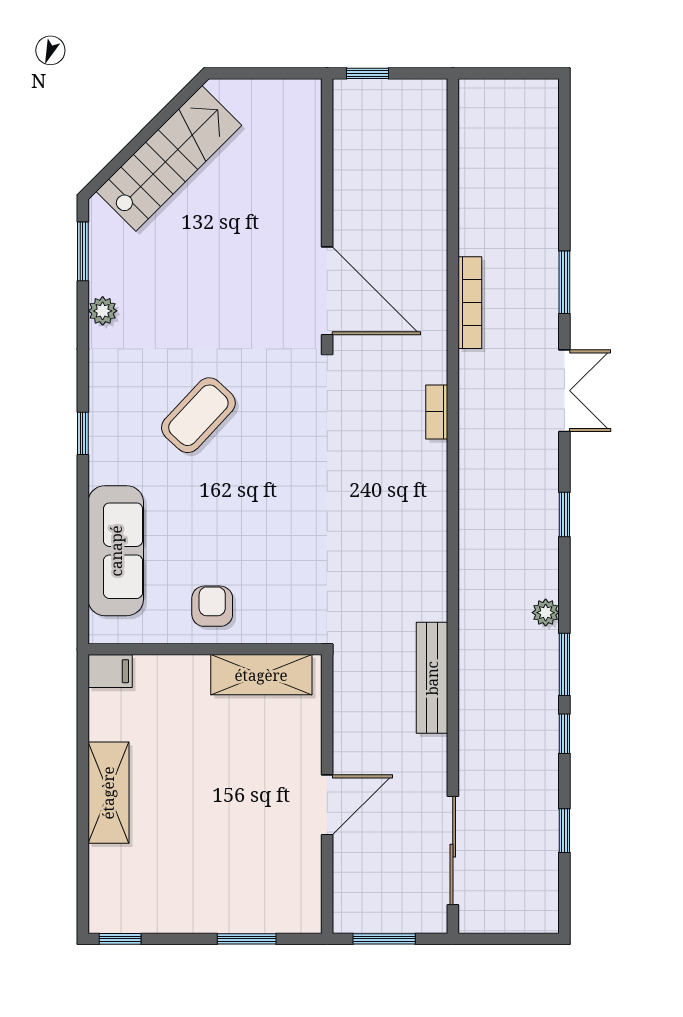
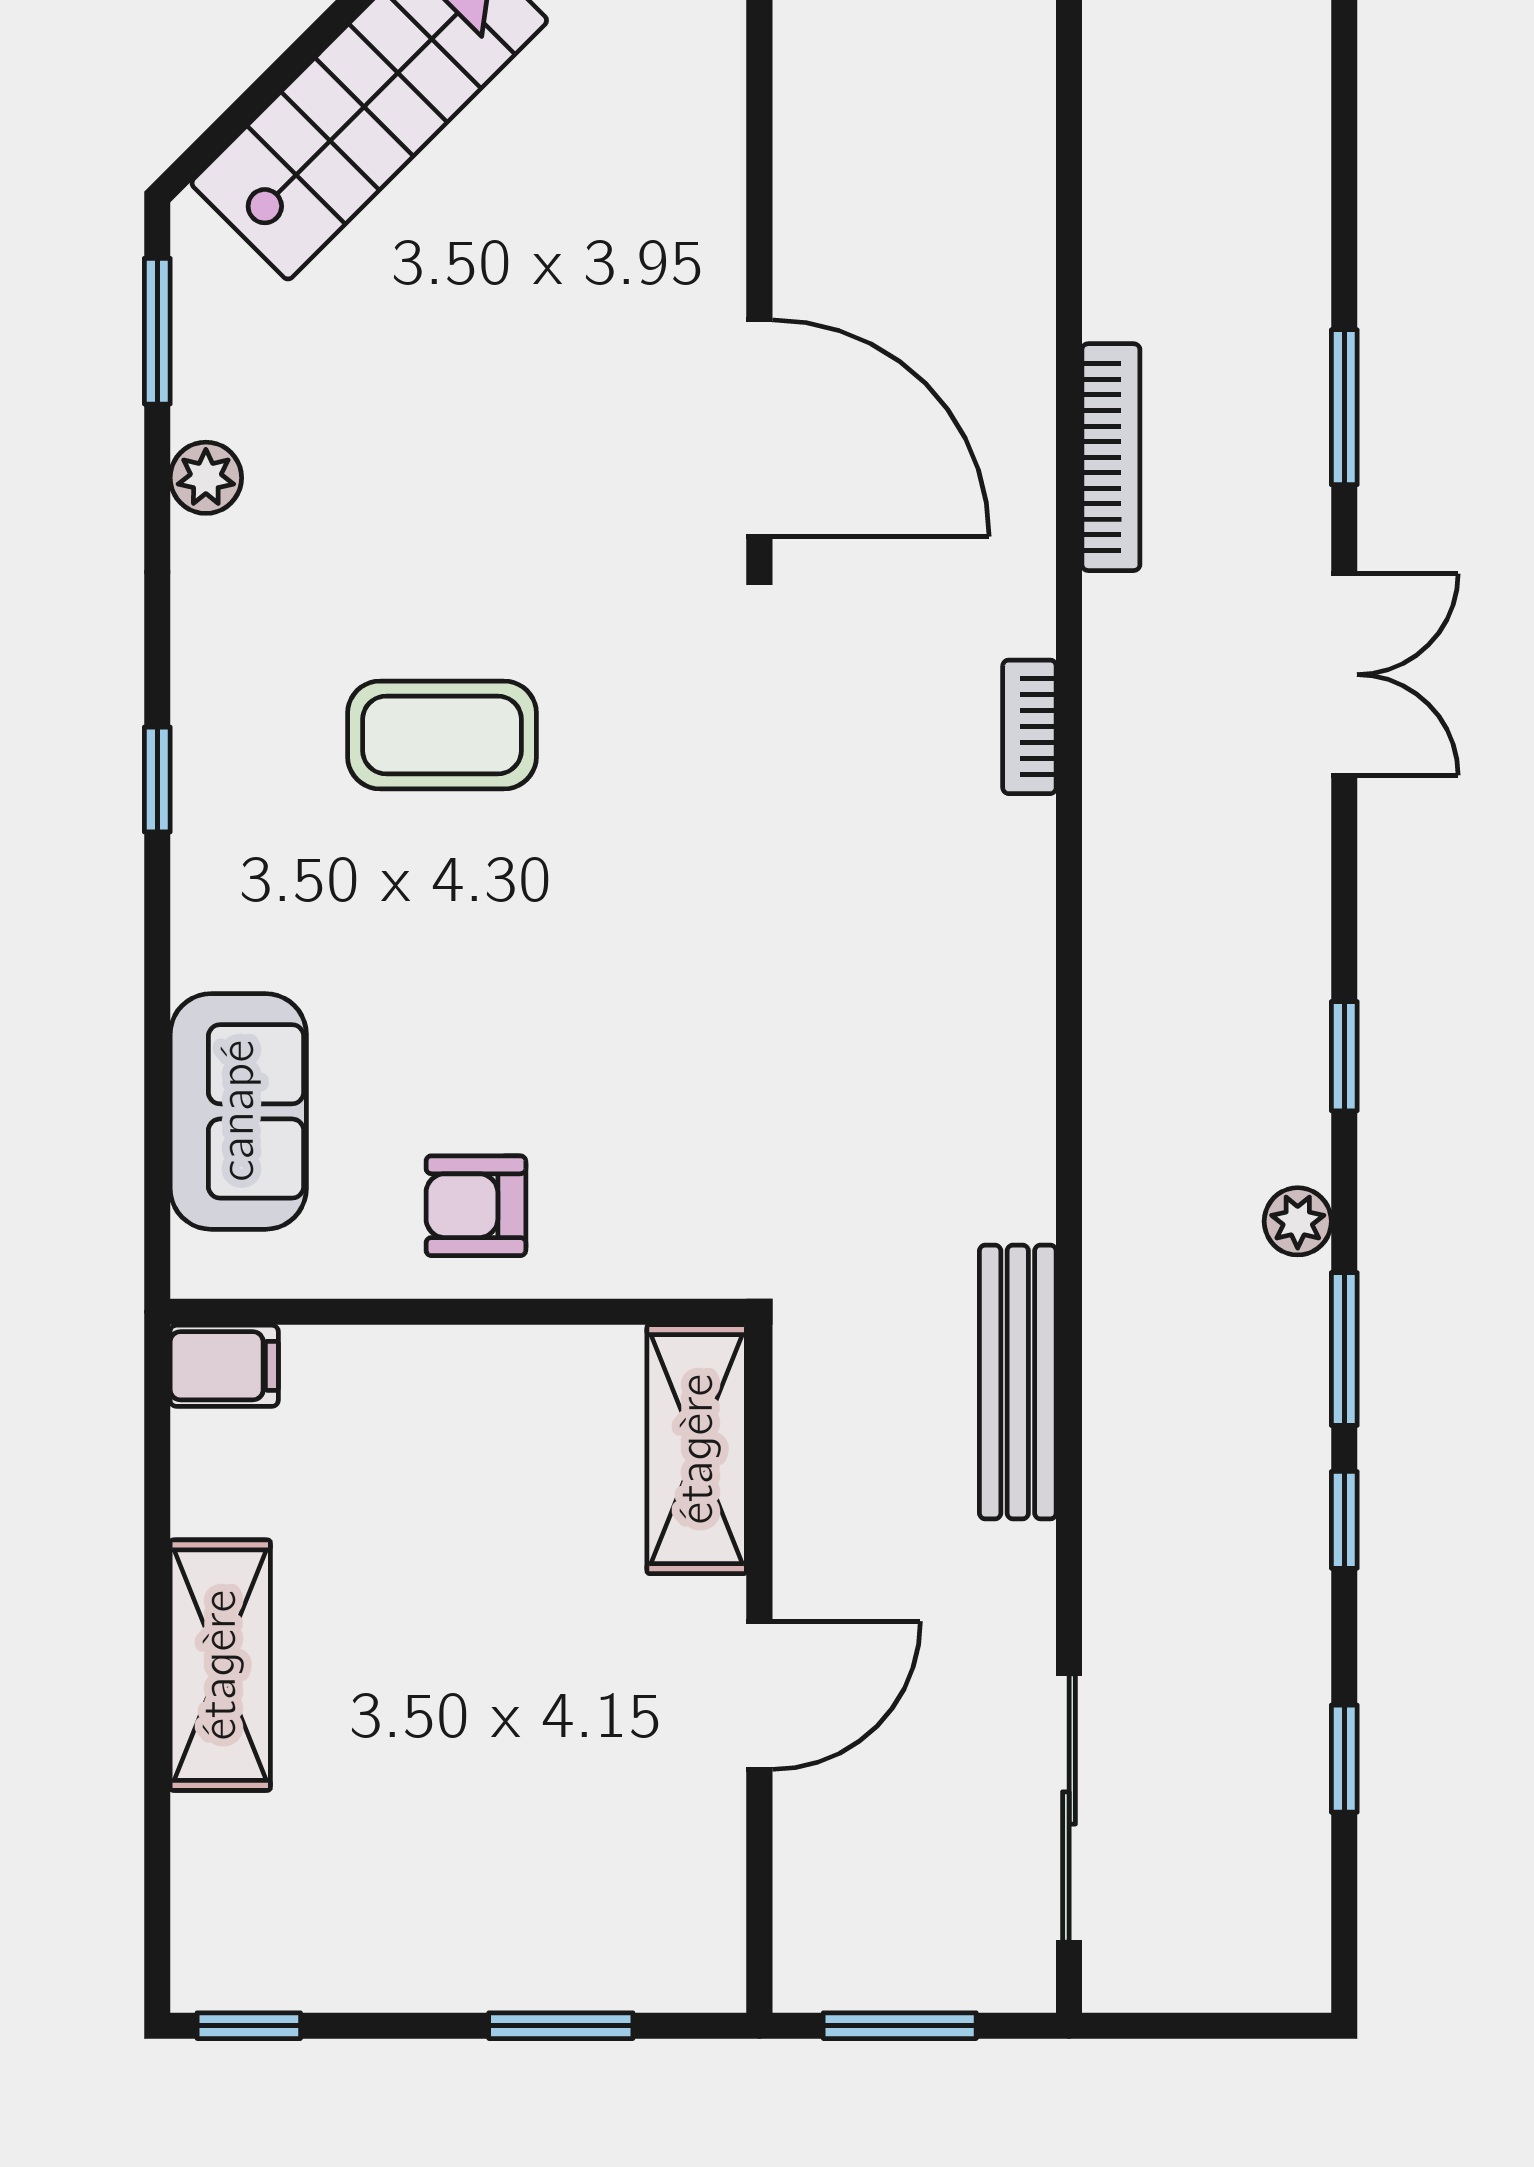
coffee table: (198, 415) -> (442, 735), turned 47
window: (564, 515) -> (1344, 1056), moved
sofa: (116, 551) -> (238, 1111), width x0.73
armchair: (212, 606) -> (476, 1206), turned -90
shelving: (261, 675) -> (697, 1449), moved, turned 90

